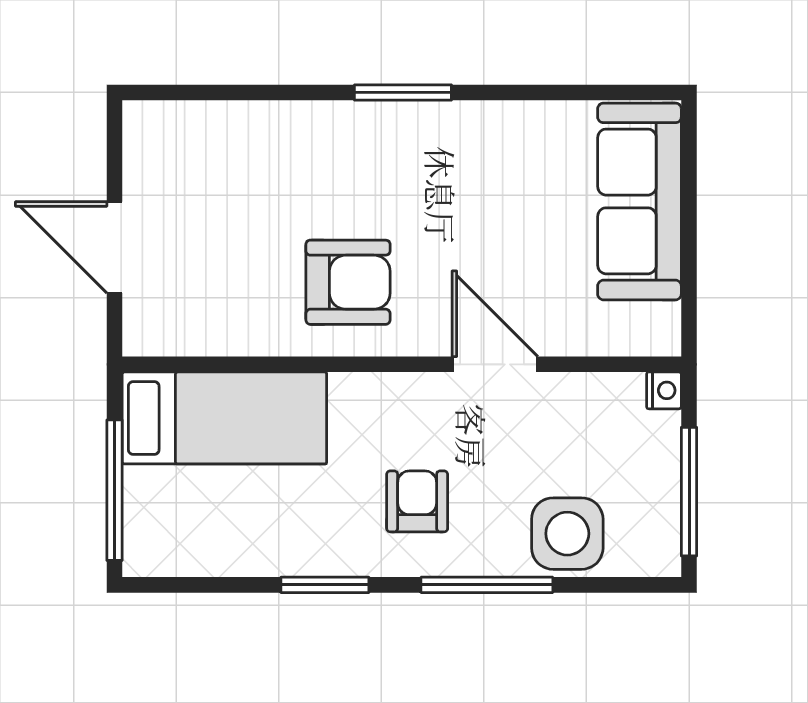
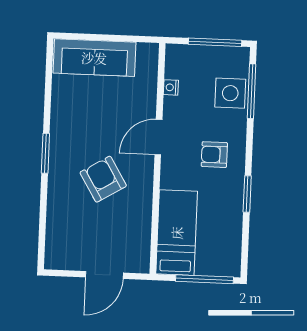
armchair: (348, 282) -> (103, 179), moved, turned -31
door: (495, 364) -> (158, 137), moved
nightstand: (664, 390) -> (171, 87), moved, turned -90
window: (487, 585) -> (251, 91), moved

